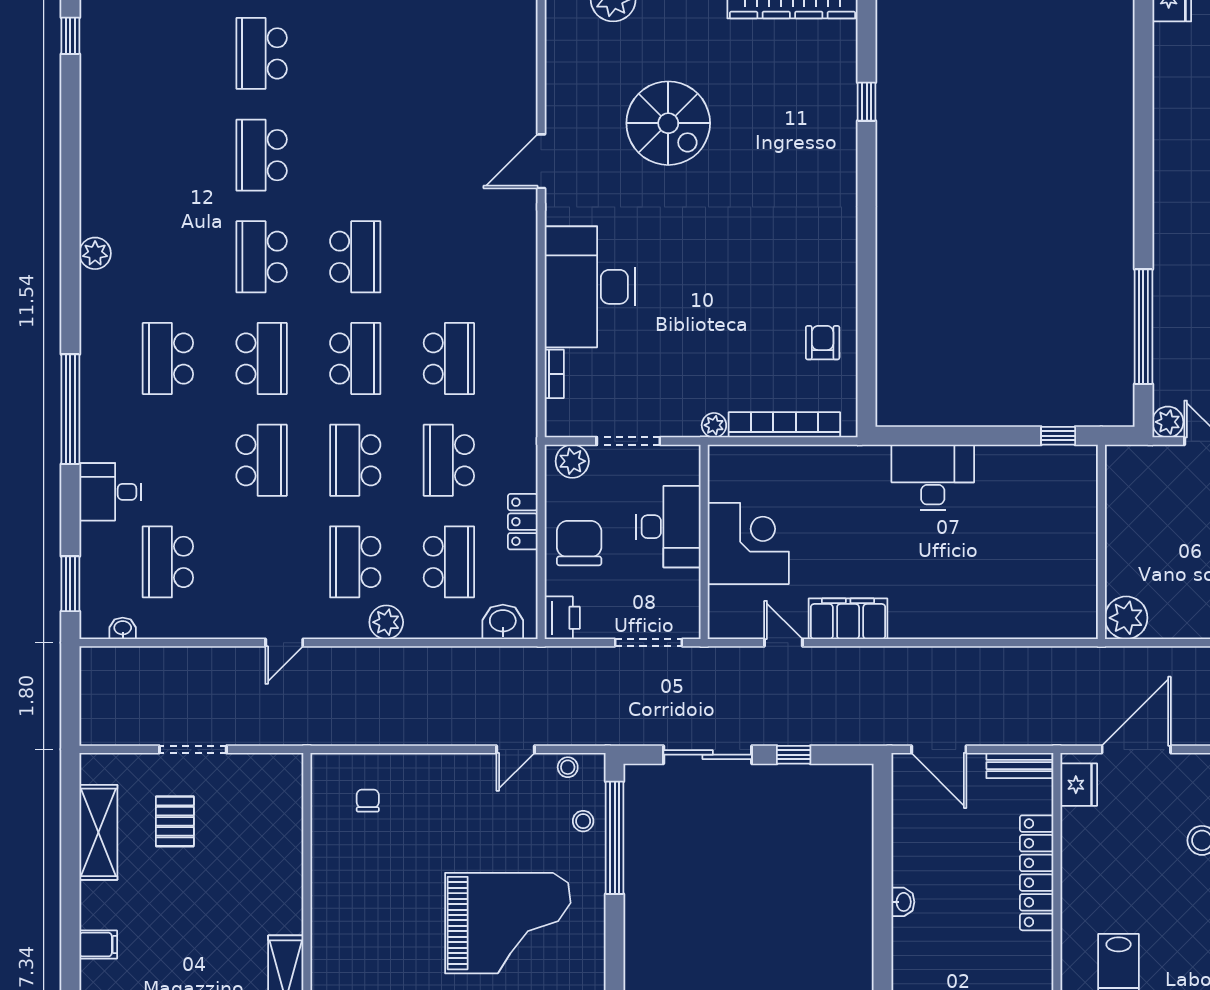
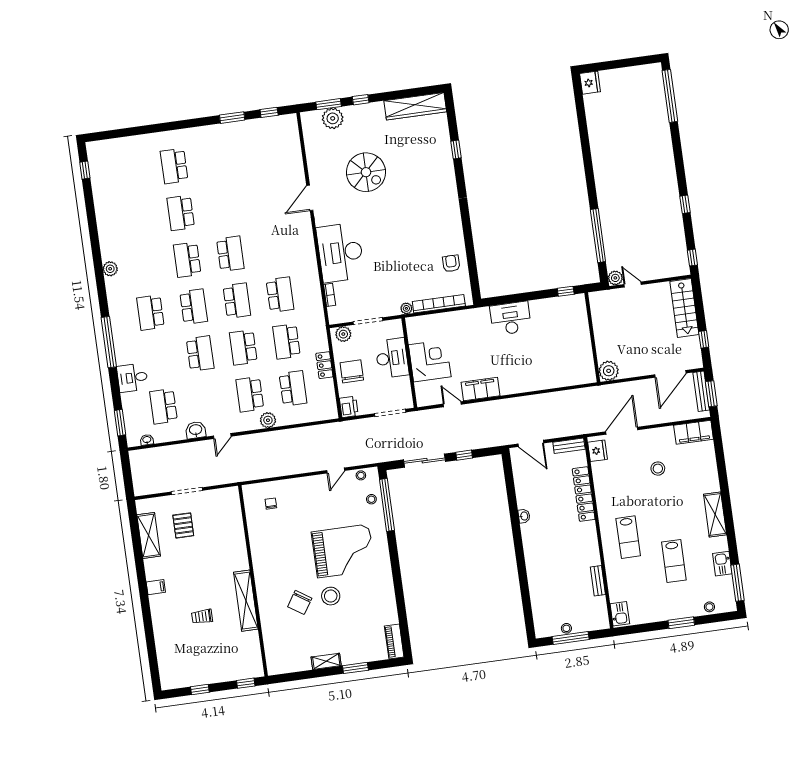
washbasin: (503, 622) -> (196, 430), moved

